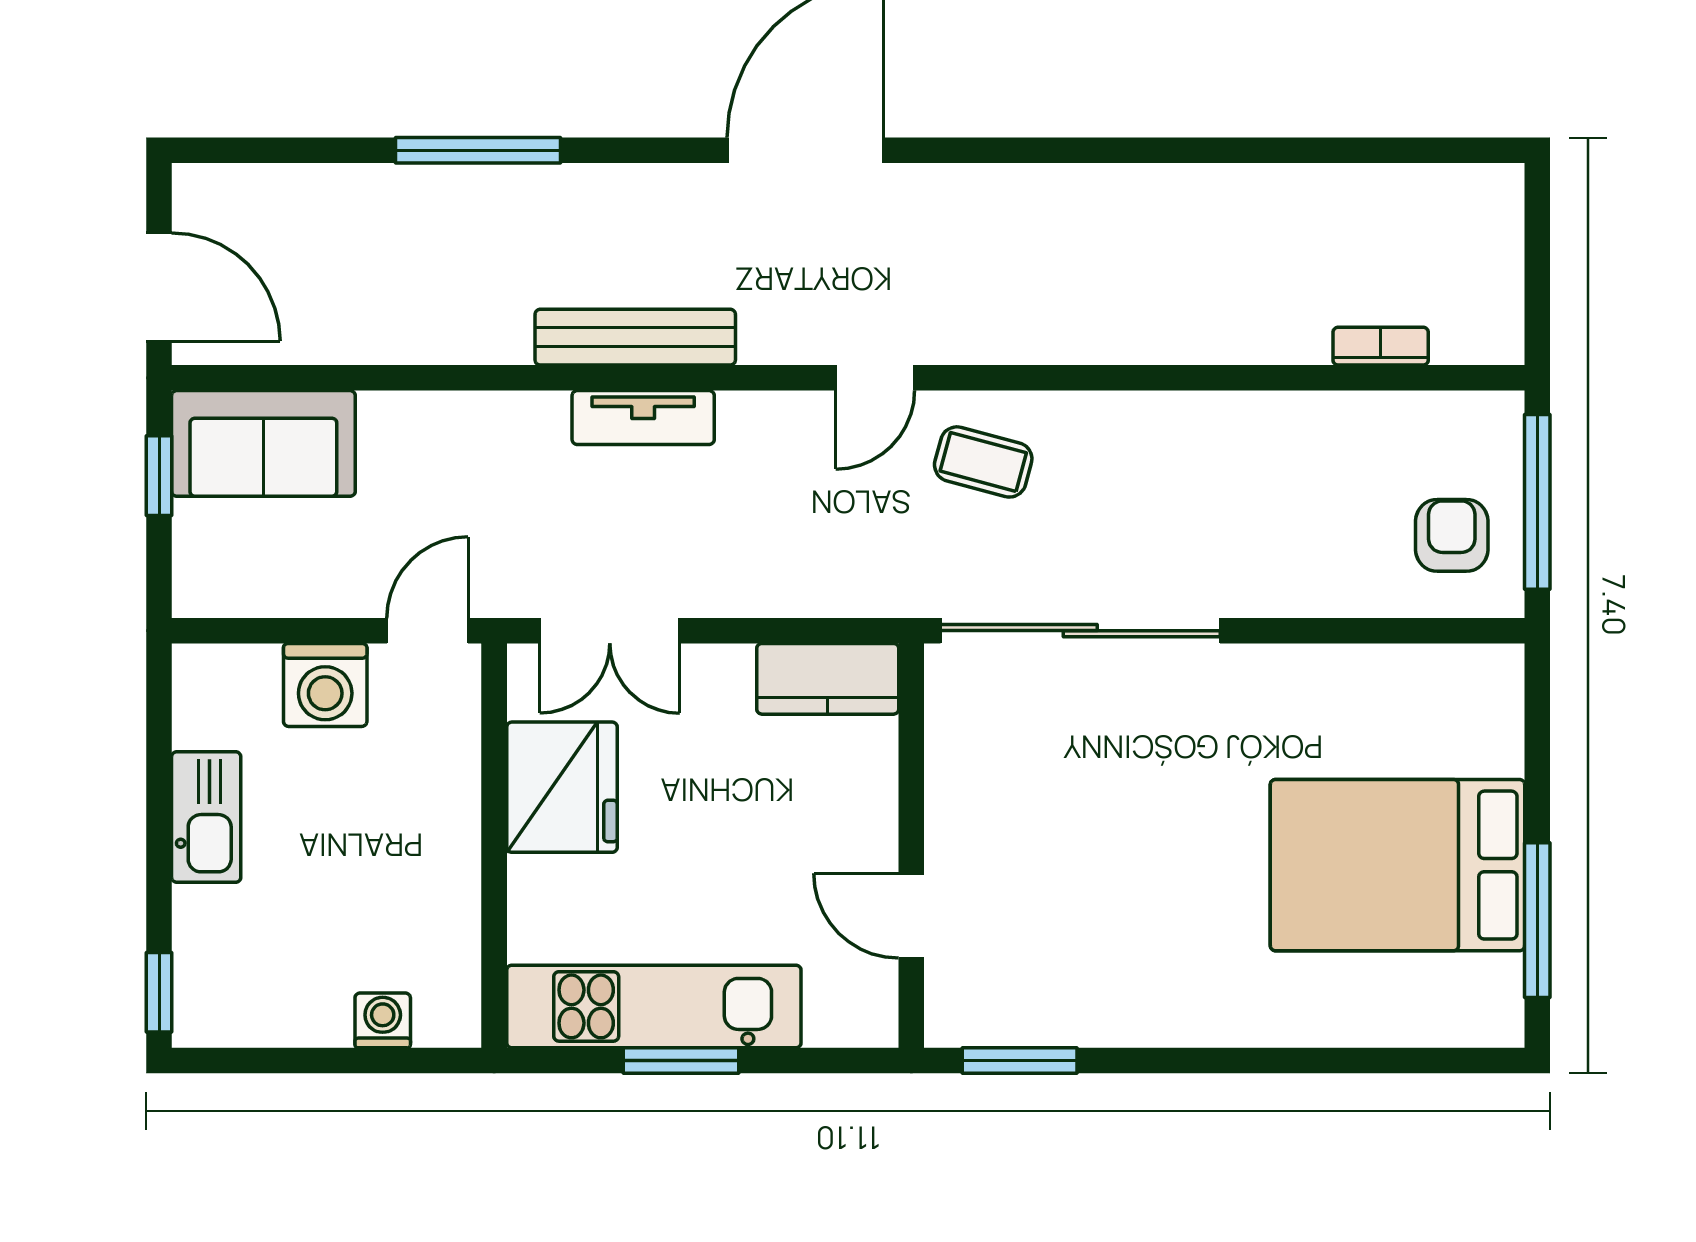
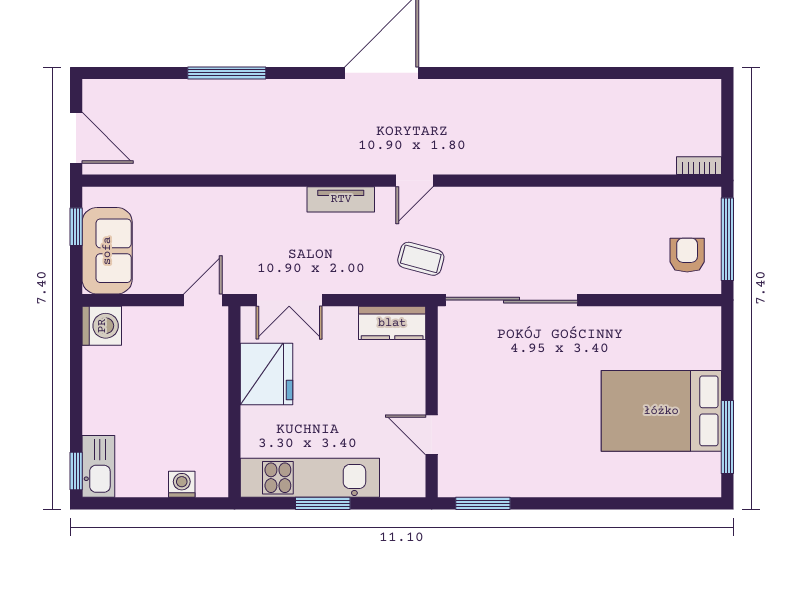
bench: (635, 337) -> (301, 161), removed
bookcase: (1381, 346) -> (699, 166), moved
tv unit: (643, 418) -> (341, 199), moved
sofa: (263, 443) -> (107, 251), moved, turned -90
coffee table: (983, 462) -> (421, 259), moved
washing machine: (325, 685) -> (102, 326), moved, turned -90
kitchen sink: (206, 817) -> (98, 466), moved

